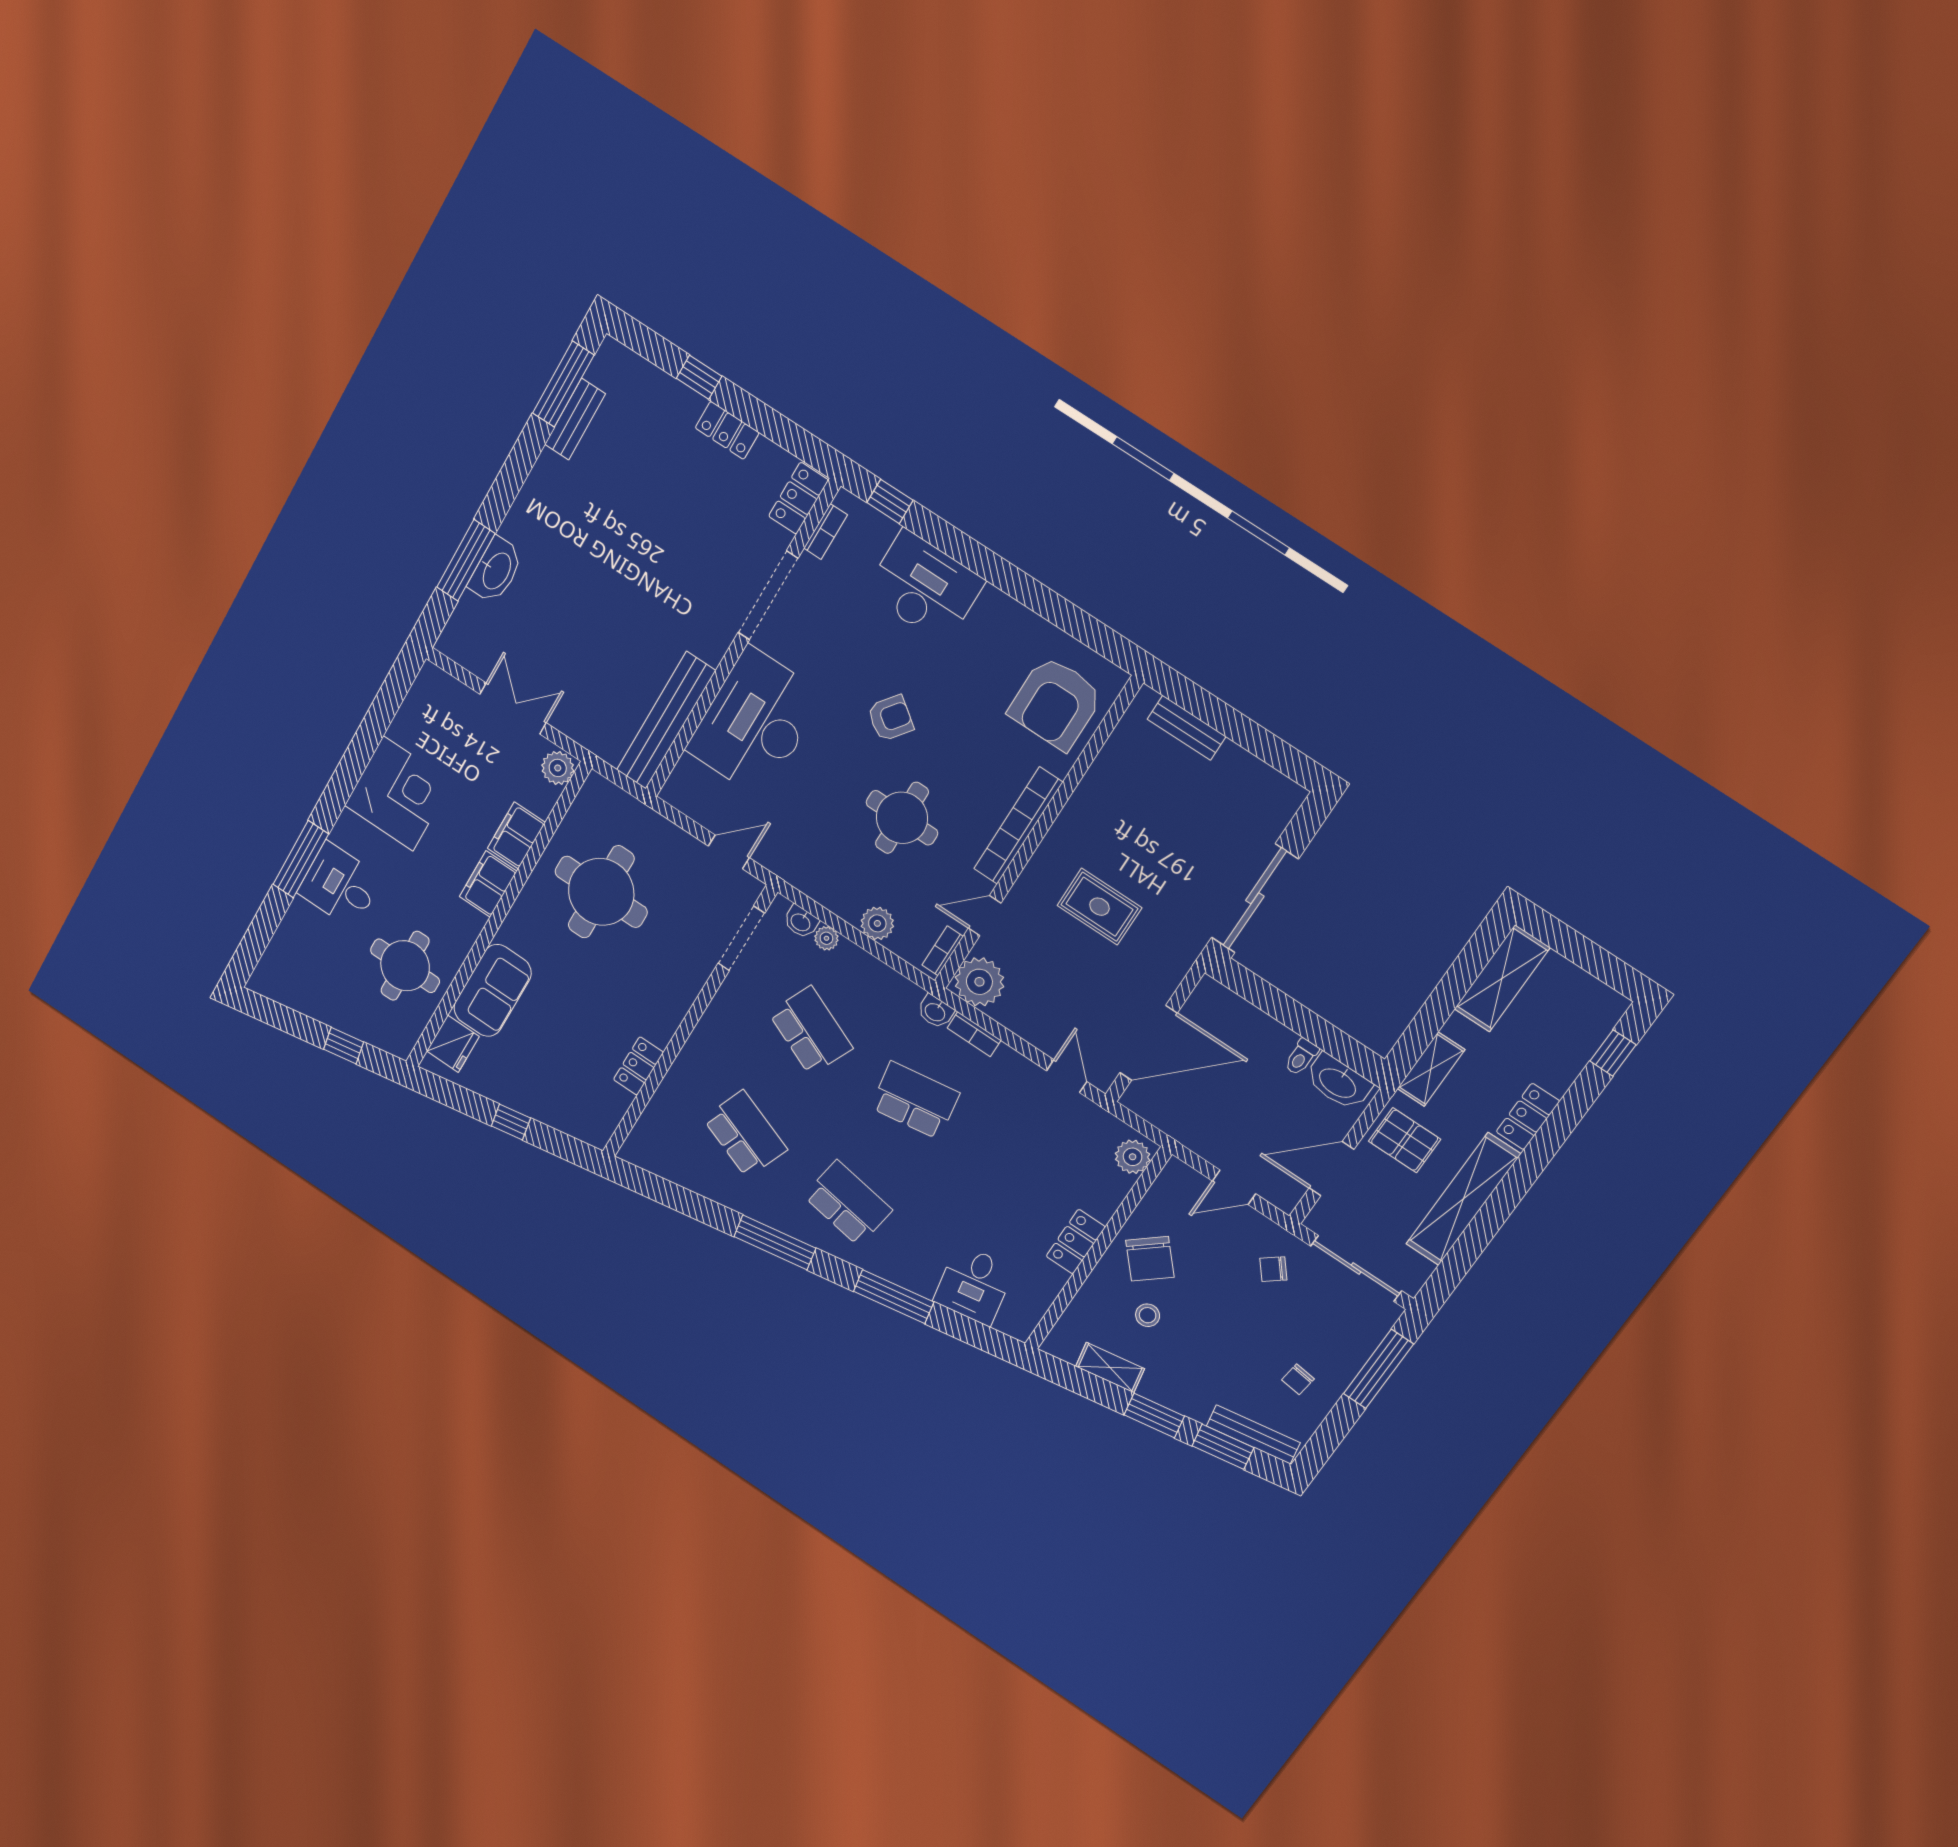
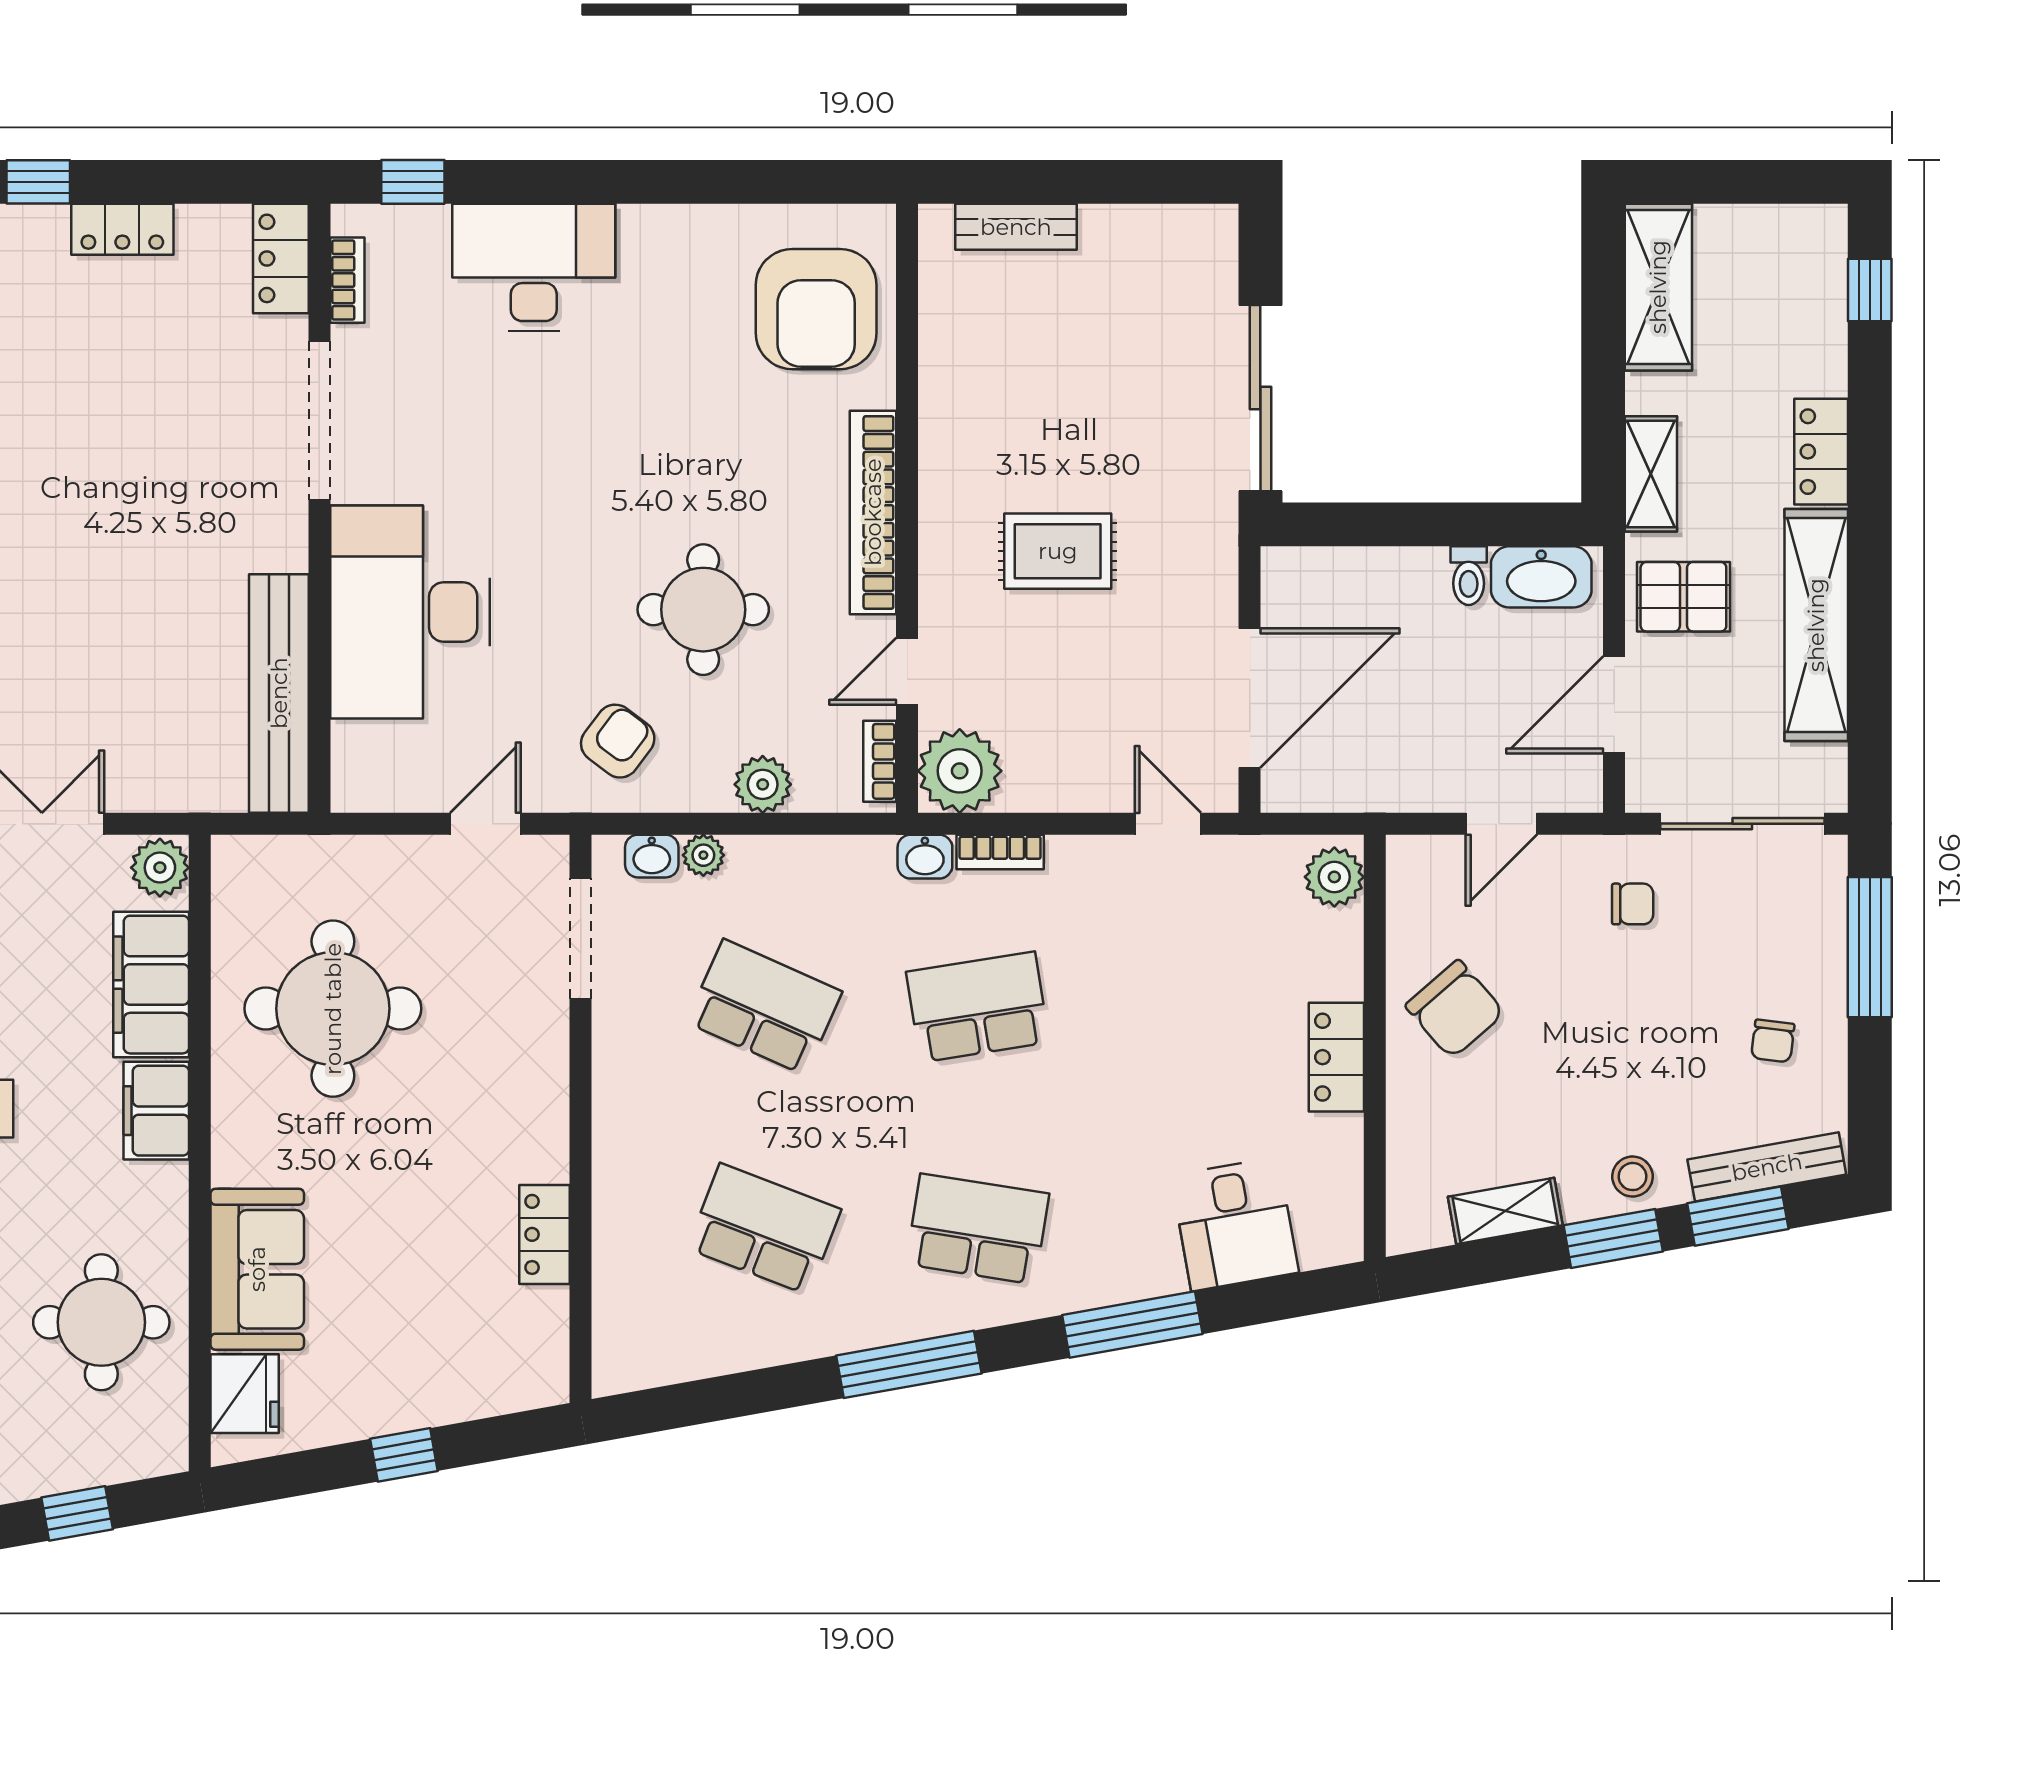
armchair: (891, 718) -> (618, 741), moved
filing cabinet: (516, 835) -> (151, 985), width x1.50, depth x1.17
chair: (1273, 1269) -> (1633, 904), turned -141
stool: (1148, 1315) -> (1632, 1177), moved

